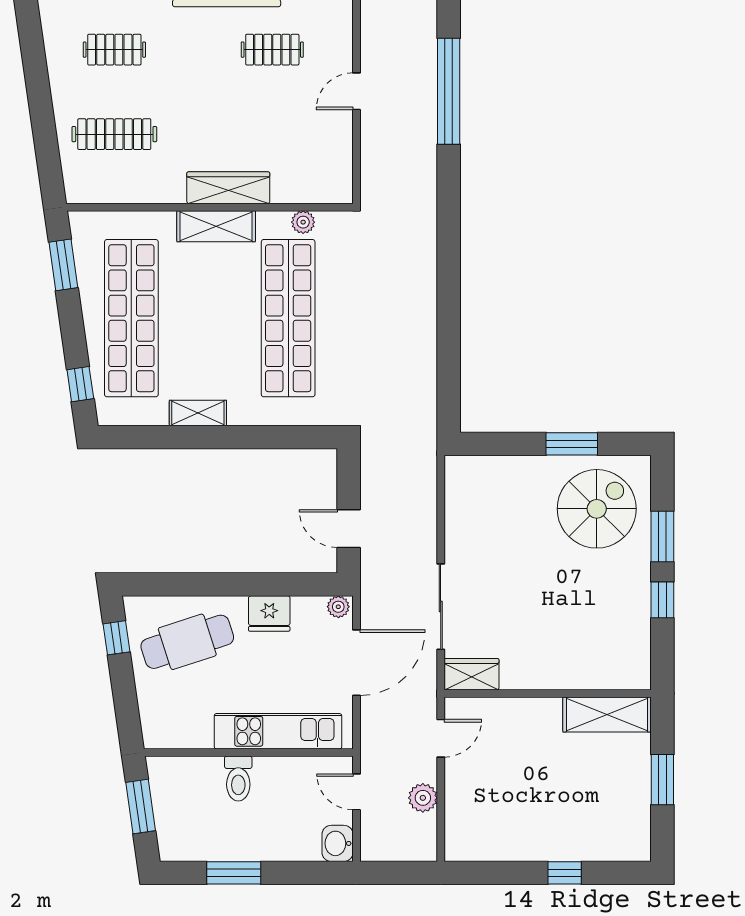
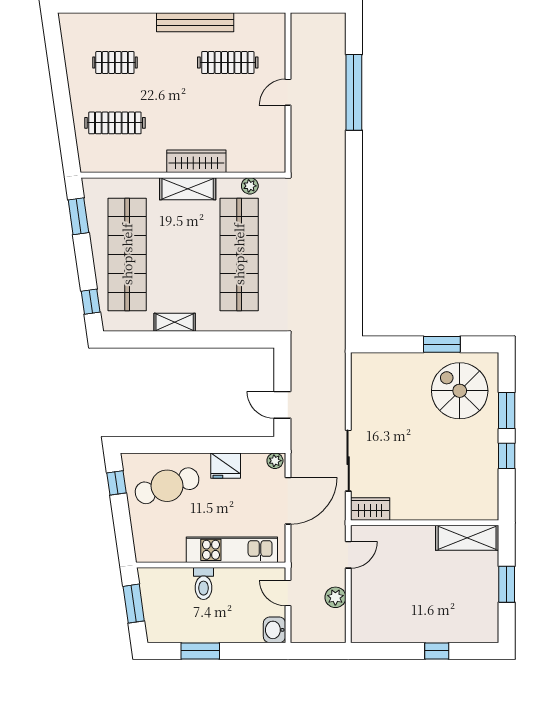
clothes rail: (272, 50) -> (228, 63), width x1.36
spiral stairs: (597, 509) -> (460, 391), turned -90

